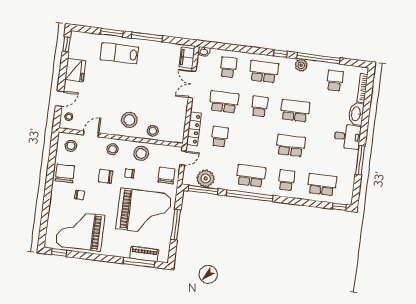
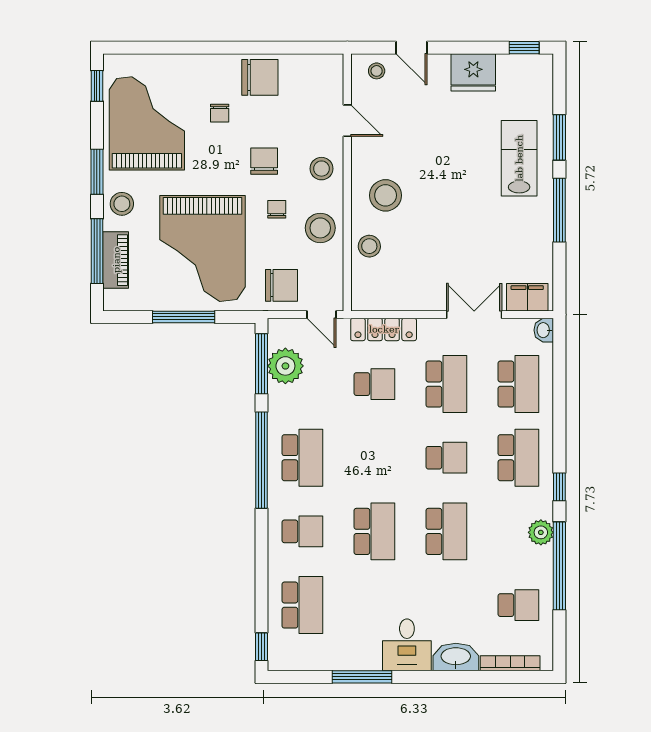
school desk: (228, 67) -> (518, 384), width x1.85
stool: (71, 146) -> (122, 204), moved
window: (101, 258) -> (97, 172), added

